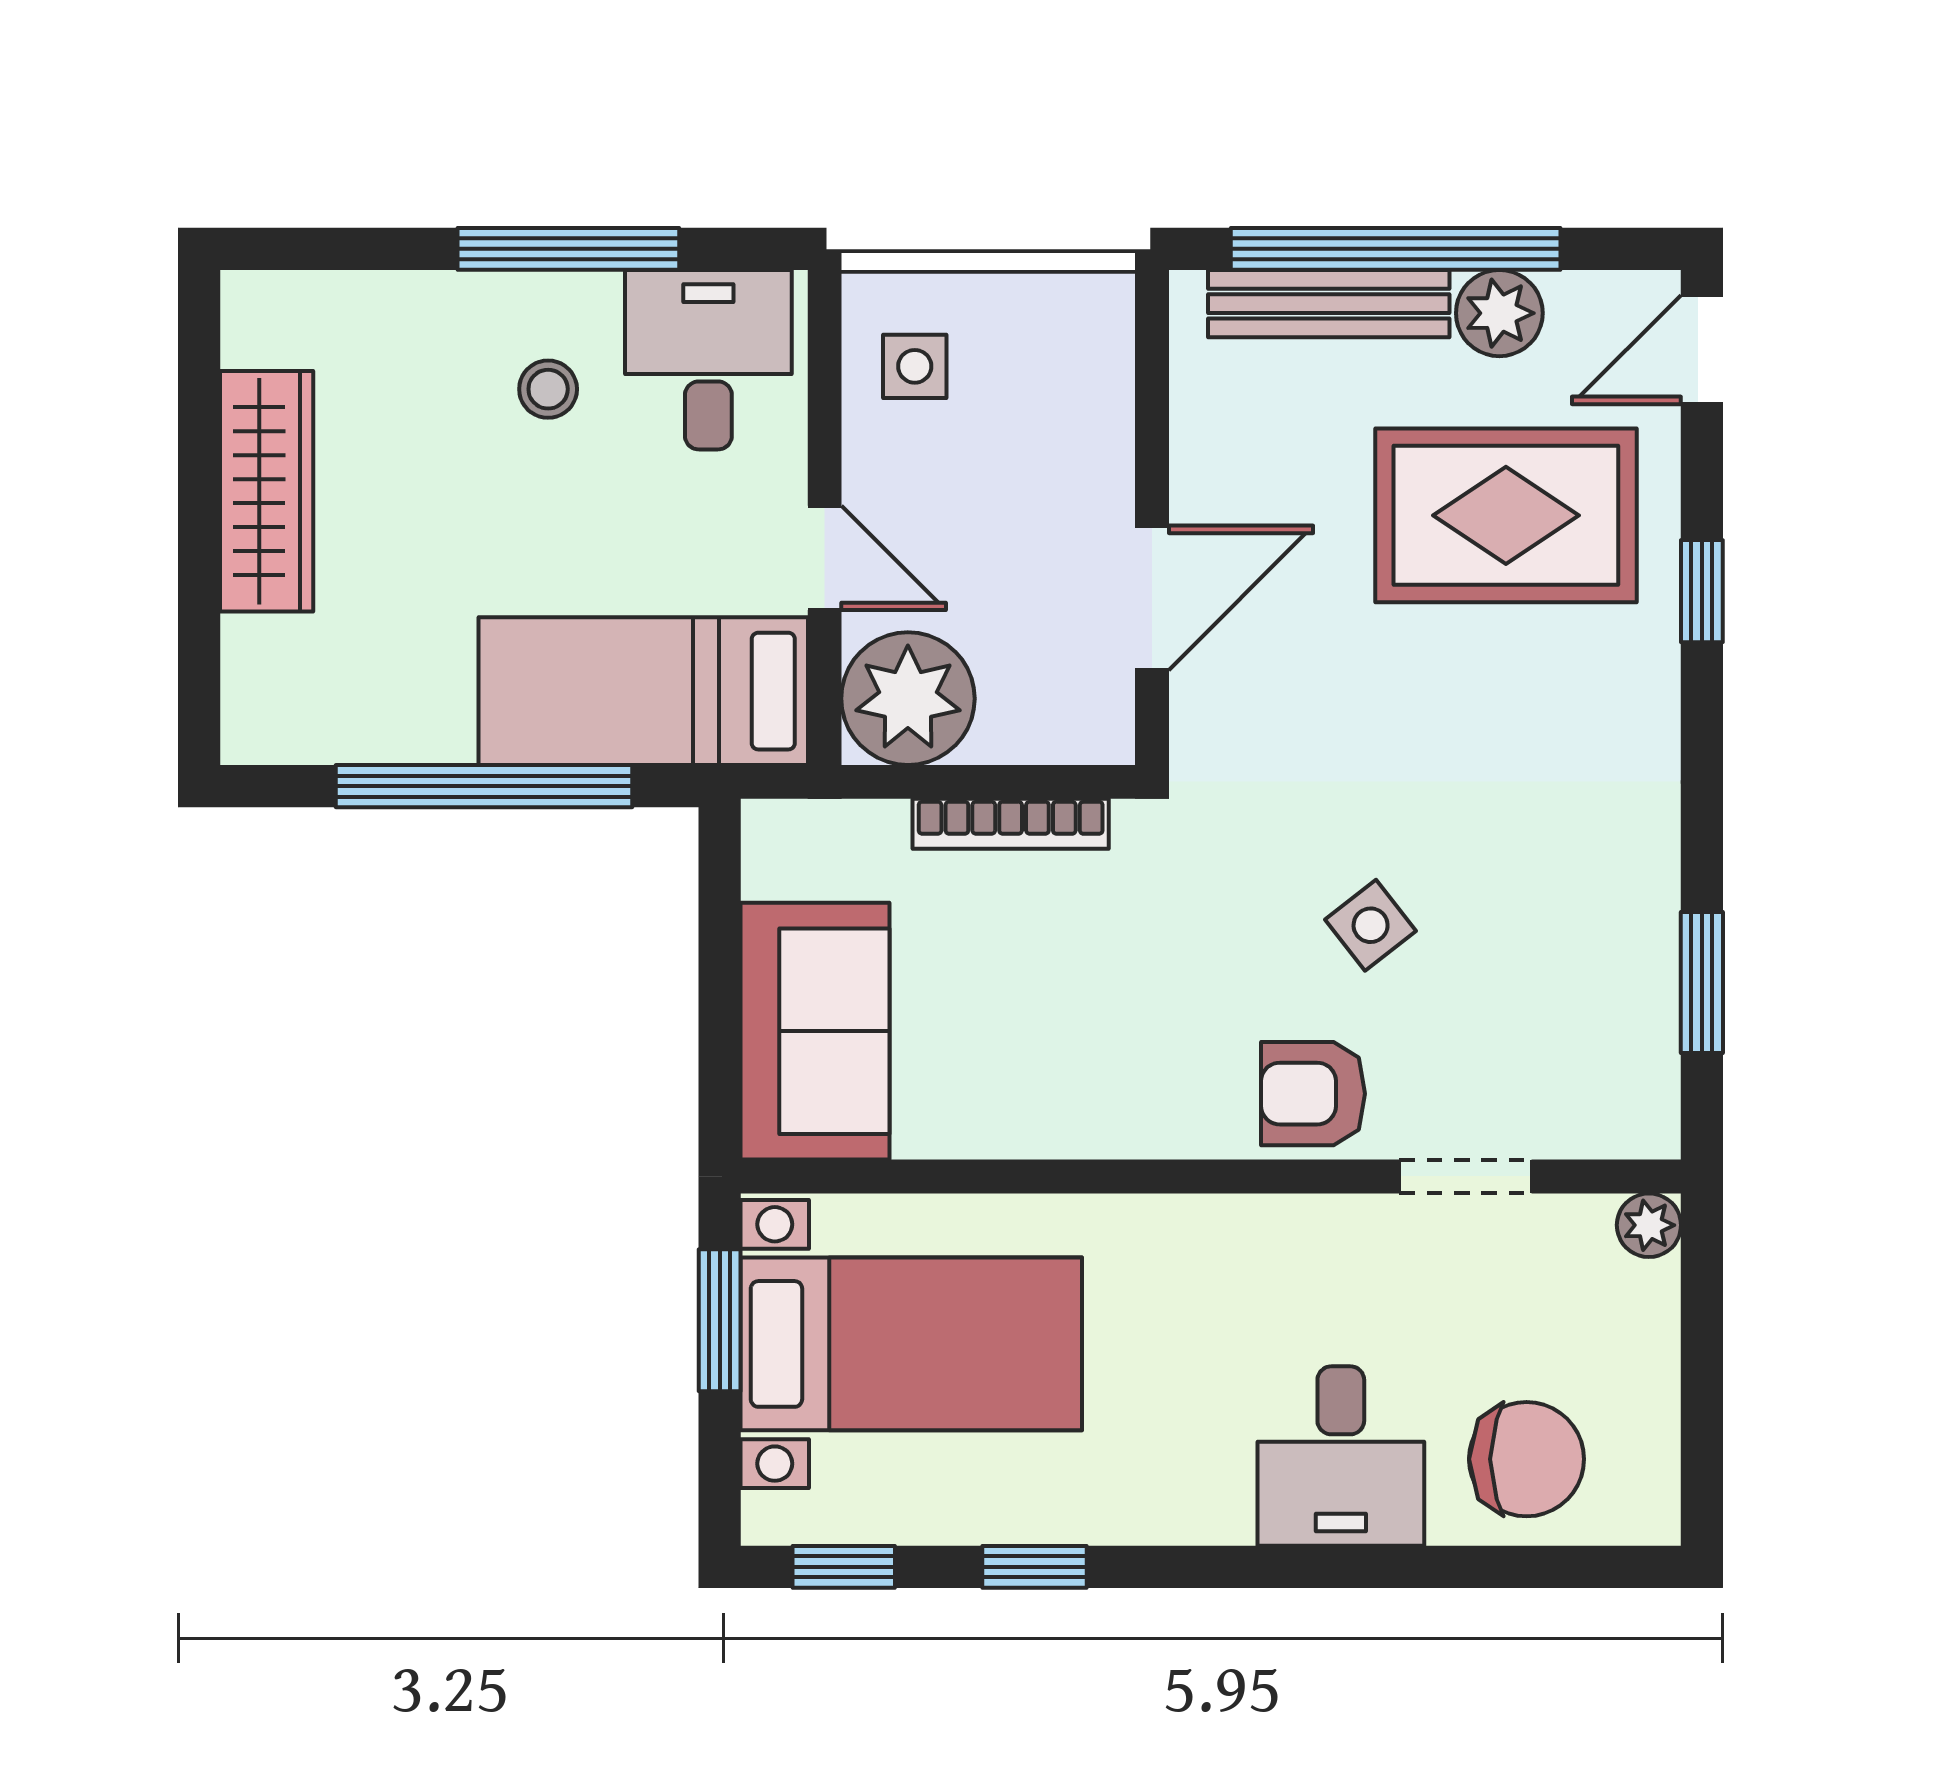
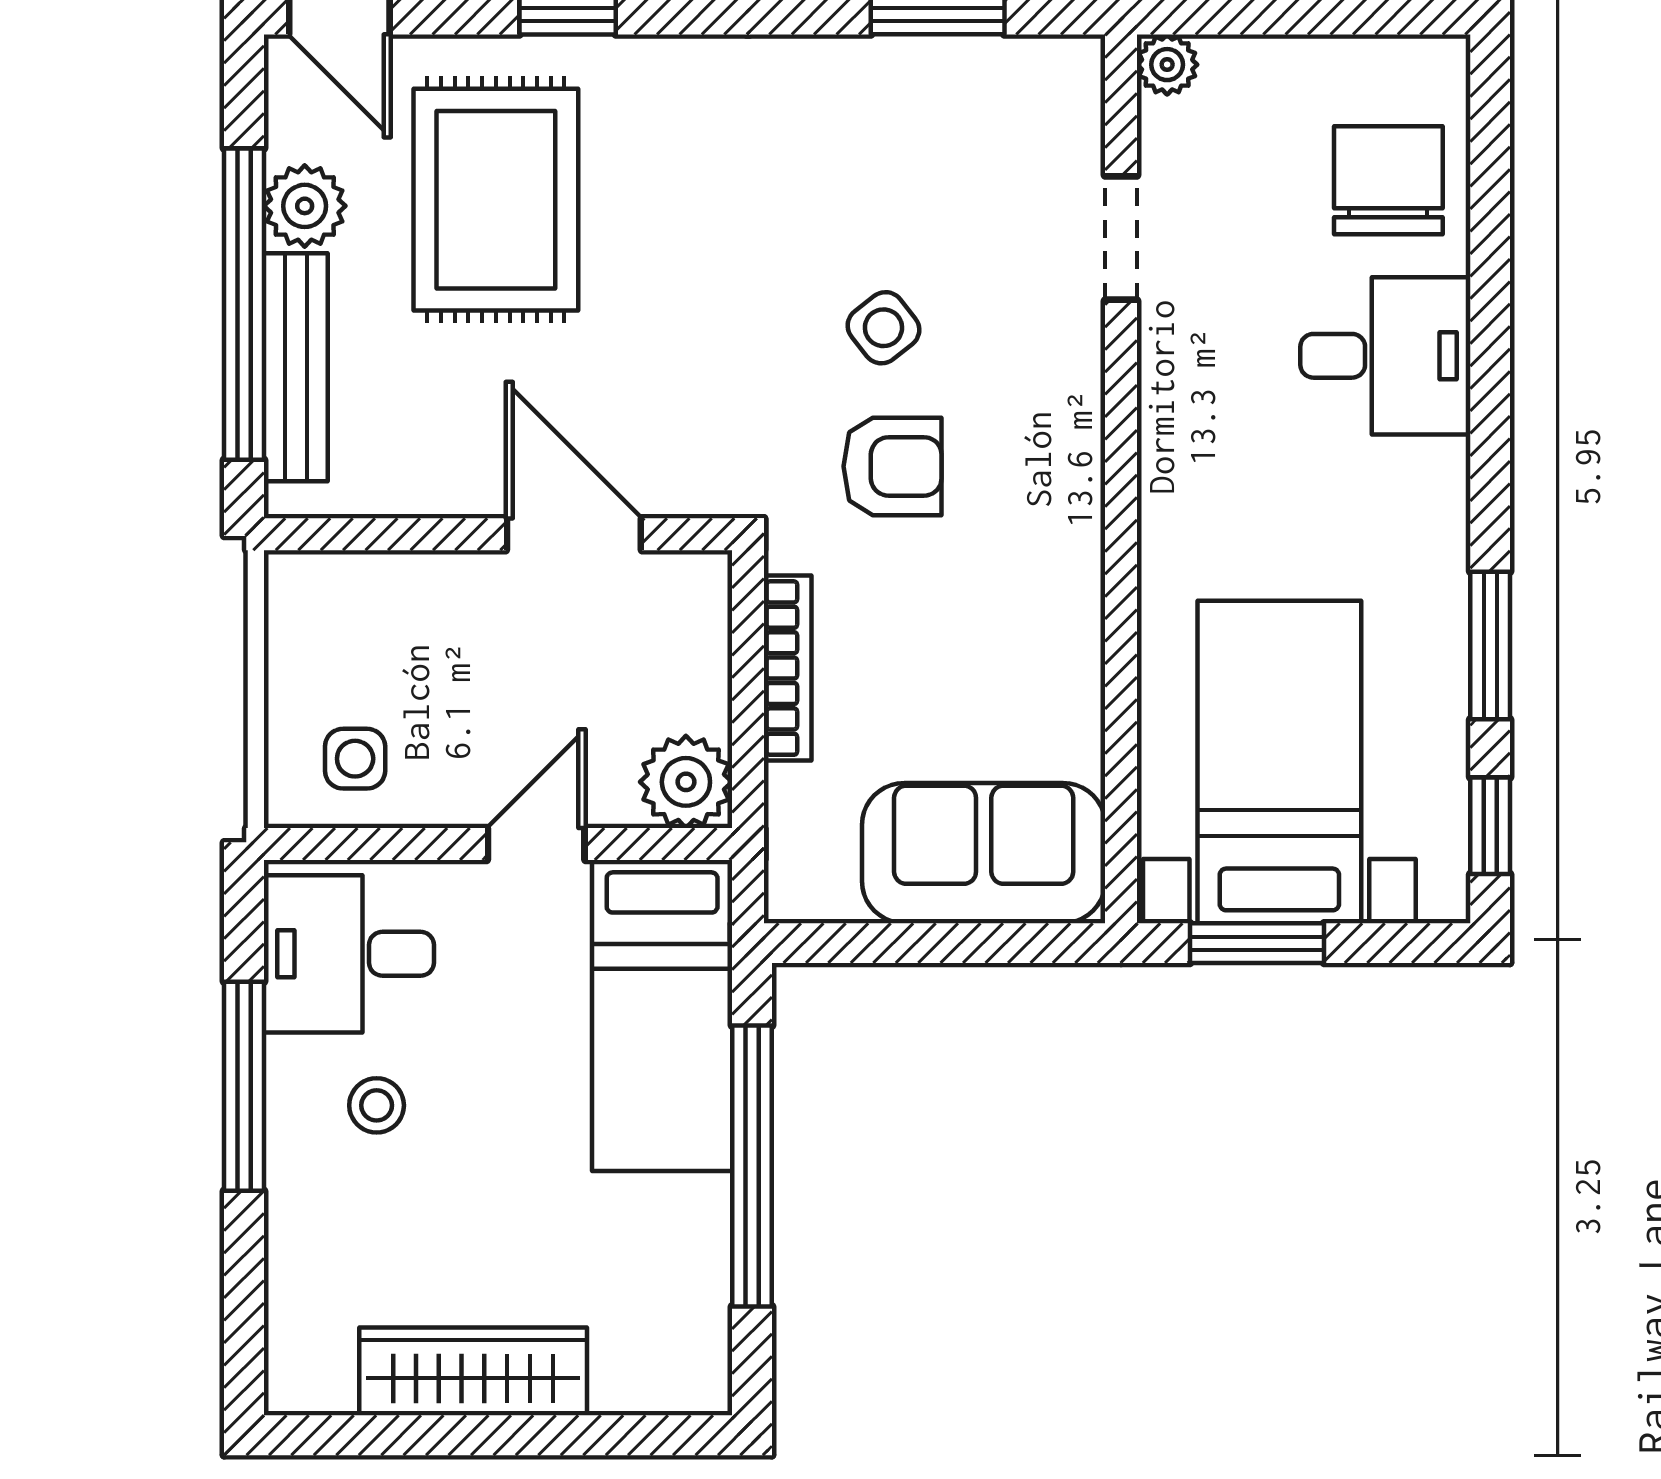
plant: (908, 699) -> (686, 782), width x0.73, depth x0.73
armchair: (1313, 1094) -> (892, 466), moved, turned -90
window: (1034, 1567) -> (1490, 646), width x1.50

